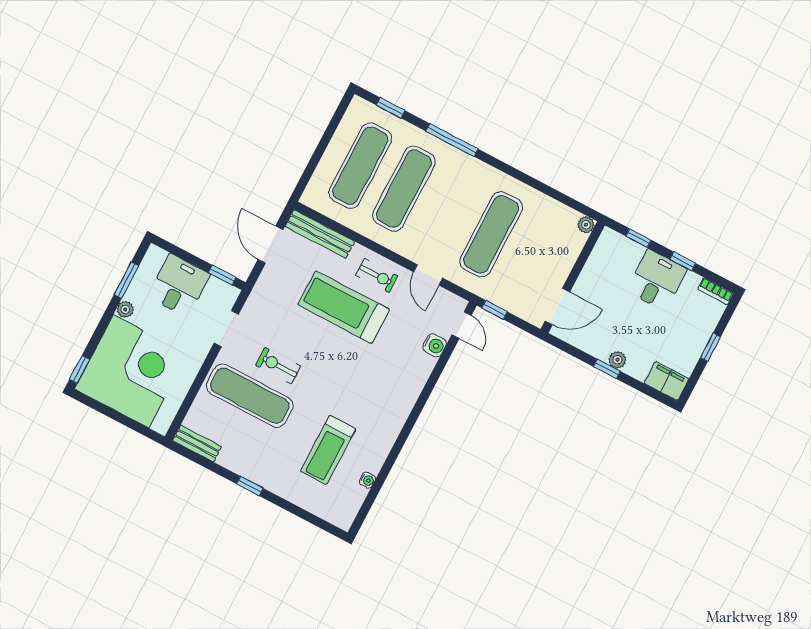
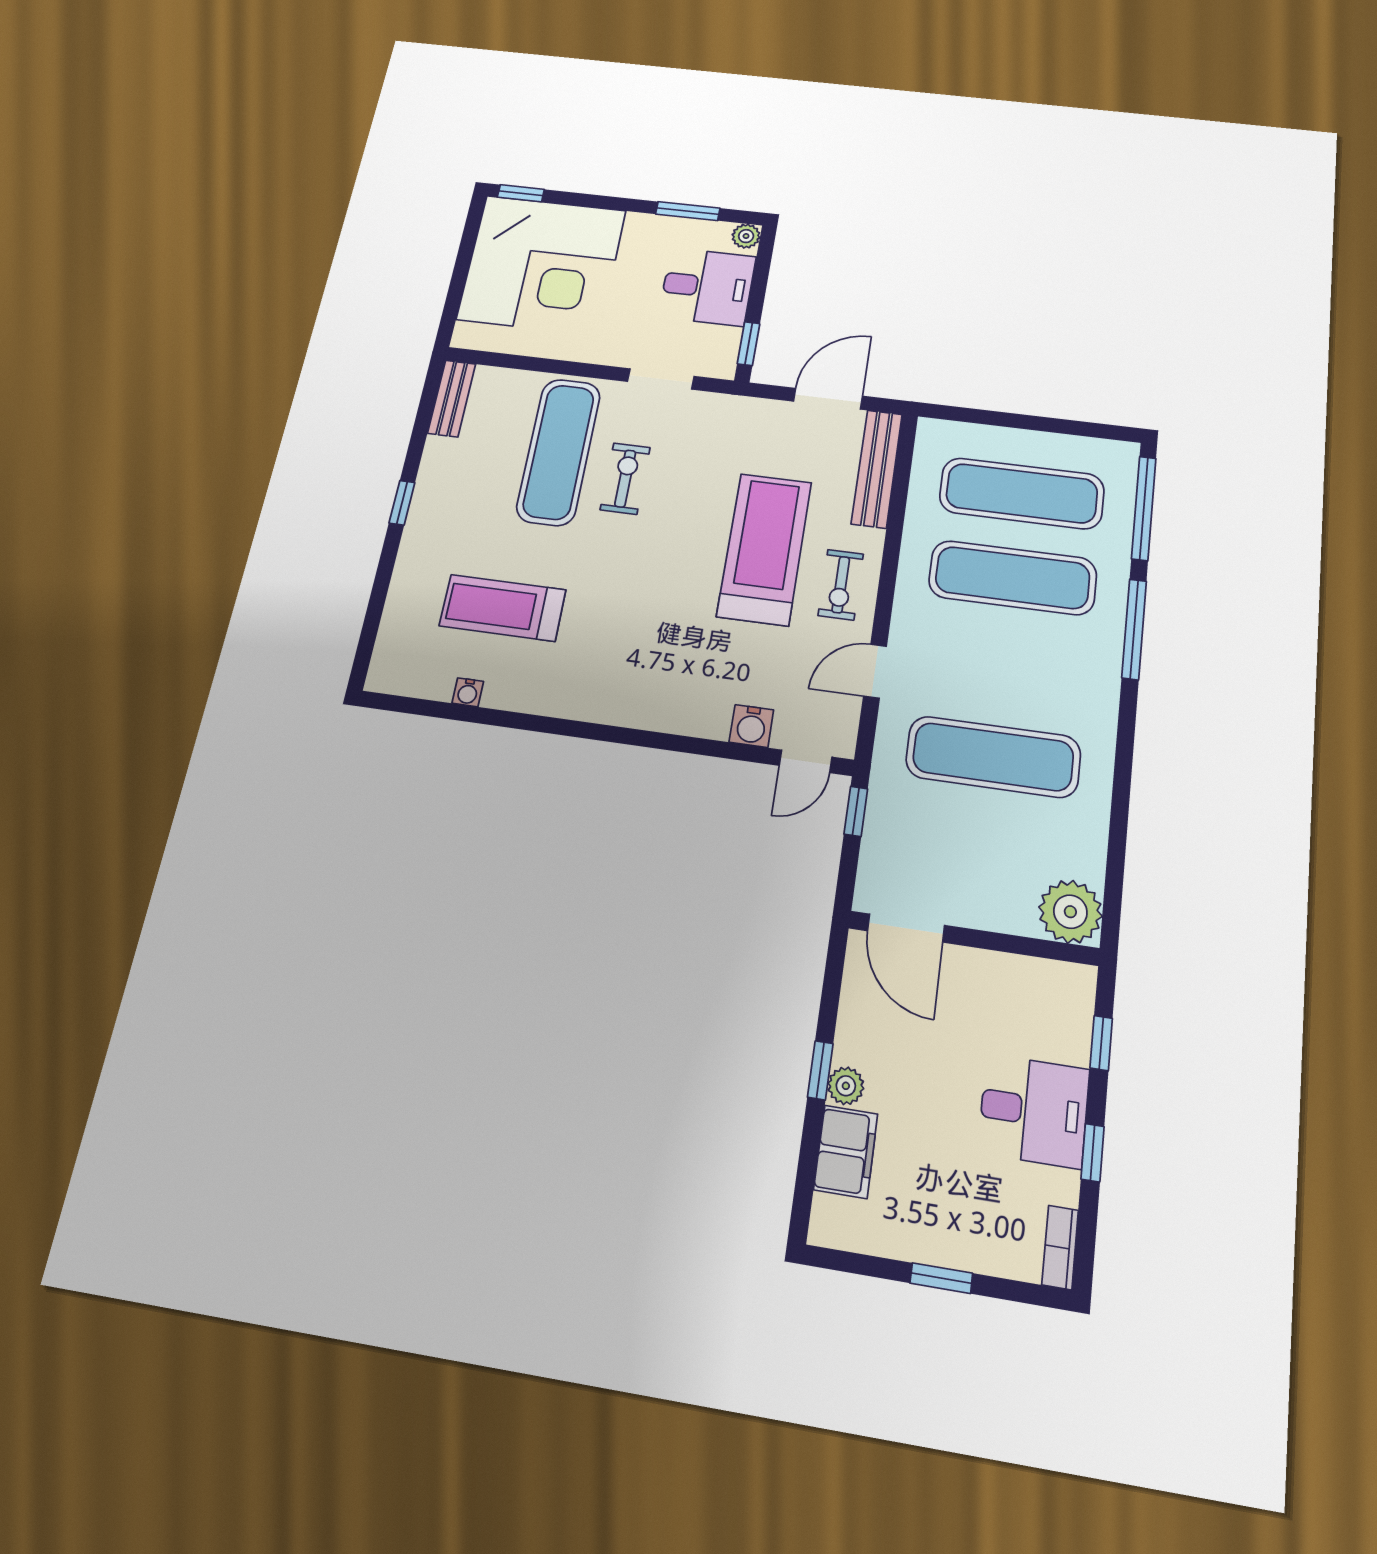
window: (391, 108) -> (1144, 508), width x2.17
plant: (586, 225) -> (1070, 912), width x1.88, depth x1.88
plant: (125, 309) -> (746, 236), moved
filing cabinet: (666, 381) -> (846, 1152), moved

